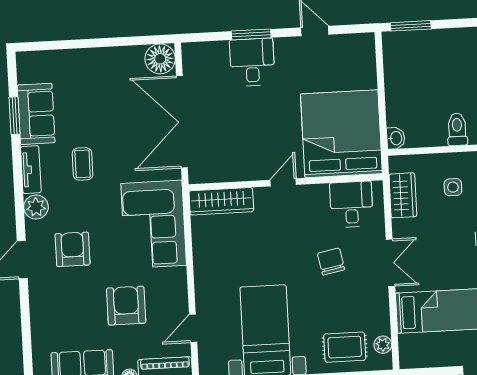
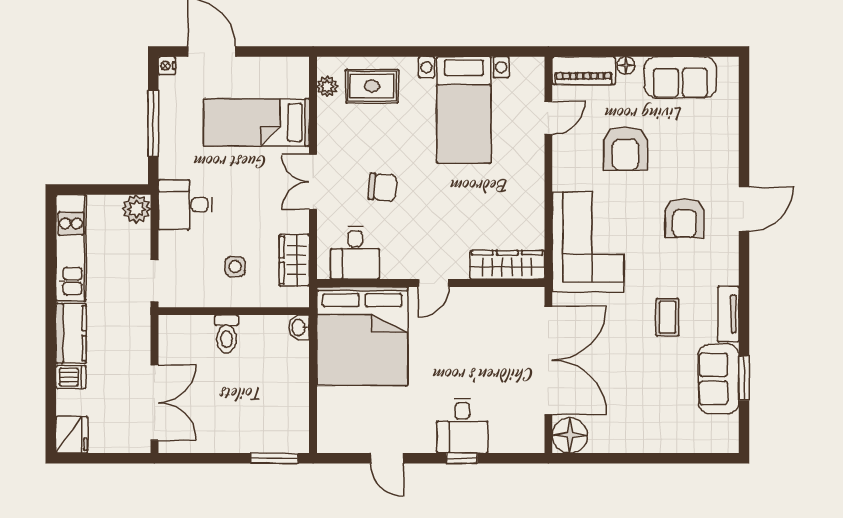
window: (251, 34) -> (462, 458), width x0.67
plant: (36, 207) -> (725, 270), removed
chair: (331, 261) -> (383, 187), turned -74

